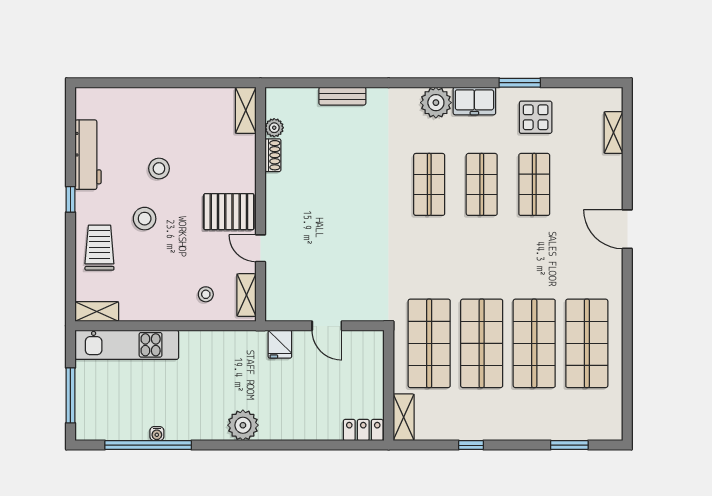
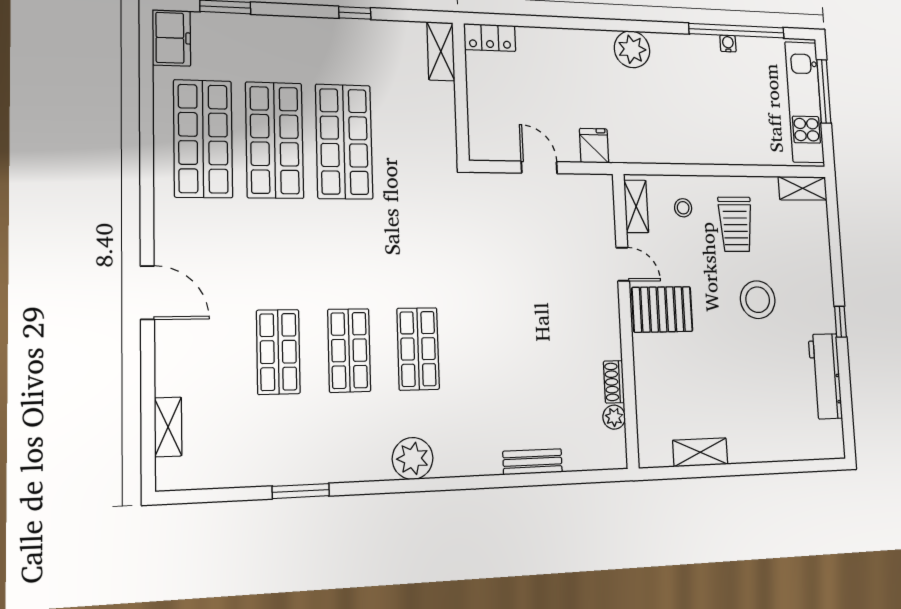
freezer: (474, 101) -> (171, 38), moved, turned 90
shelving: (246, 110) -> (700, 452), moved, turned 90
display table: (536, 117) -> (278, 444), removed
stool: (159, 168) -> (745, 361), removed
stool: (145, 219) -> (758, 300), width x1.38, depth x1.38
trolley: (99, 248) -> (735, 224), moved
shop shelf: (429, 343) -> (412, 143), removed
kitchen unit: (127, 345) -> (805, 102), moved, turned -90

